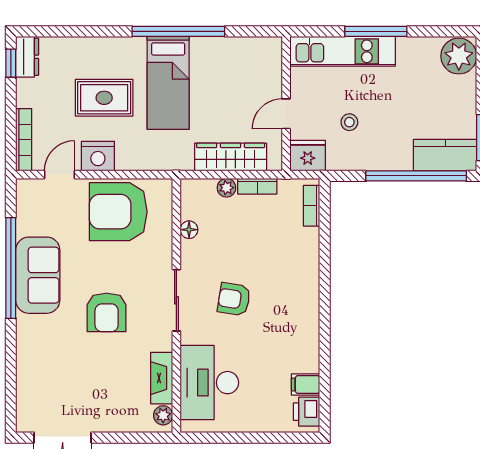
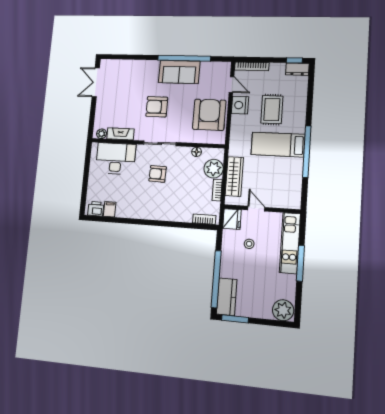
plant: (226, 188) -> (214, 169), width x1.88, depth x1.88
armchair: (234, 299) -> (158, 174), turned -97

